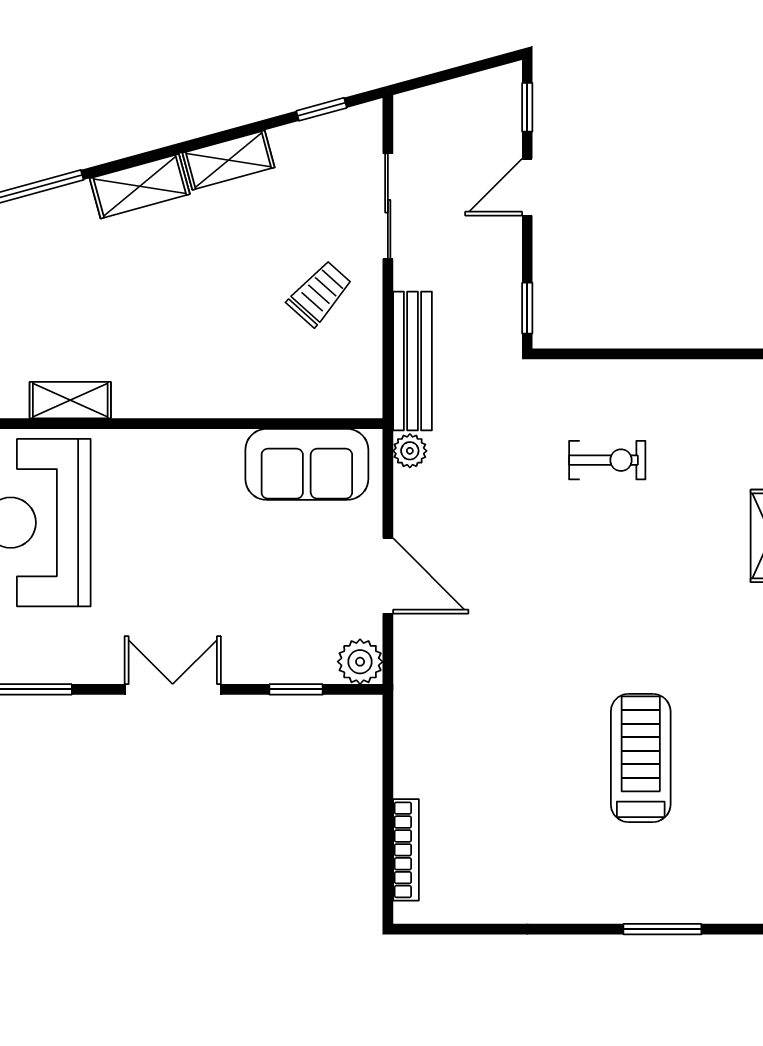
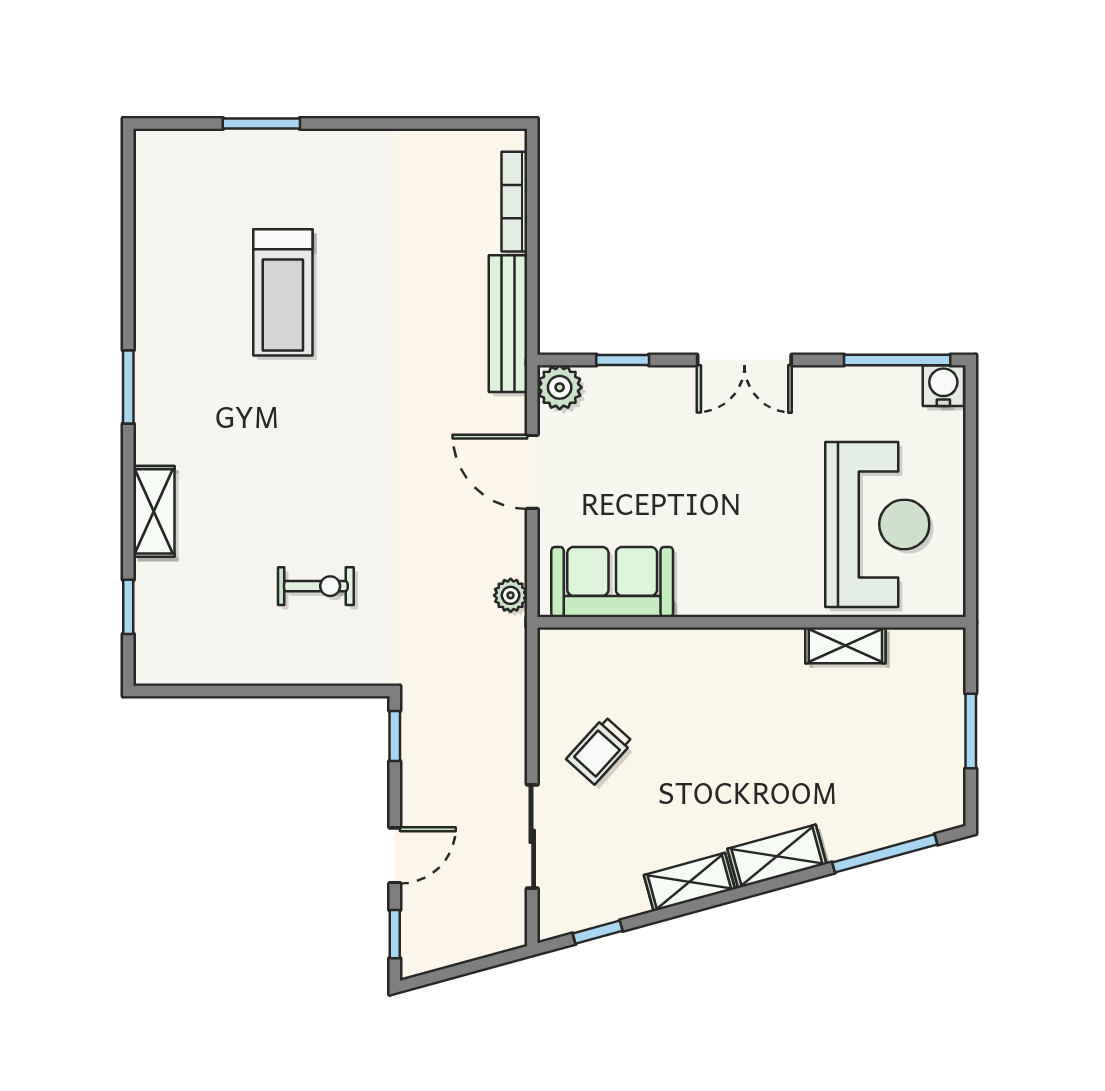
bench: (412, 361) -> (508, 324), moved
exercise bike: (607, 460) -> (316, 586), turned 180

